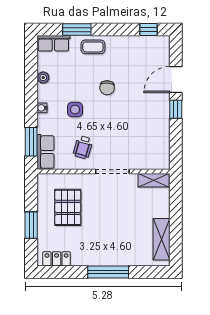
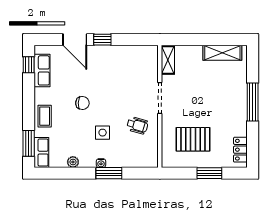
window: (77, 30) -> (29, 143), moved
window: (31, 142) -> (109, 173), moved
row of seats: (45, 152) -> (42, 70), moved, turned 90

